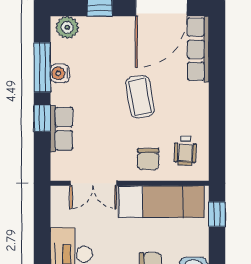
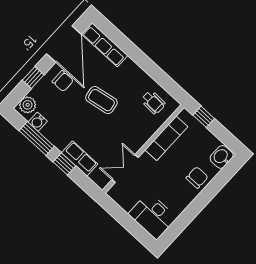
water cooler: (60, 73) -> (38, 122), moved
chair: (148, 159) -> (63, 81), moved
double door: (93, 183) -> (125, 169), swing flipped
exam couch: (161, 202) -> (166, 138), width x0.73, depth x0.69

